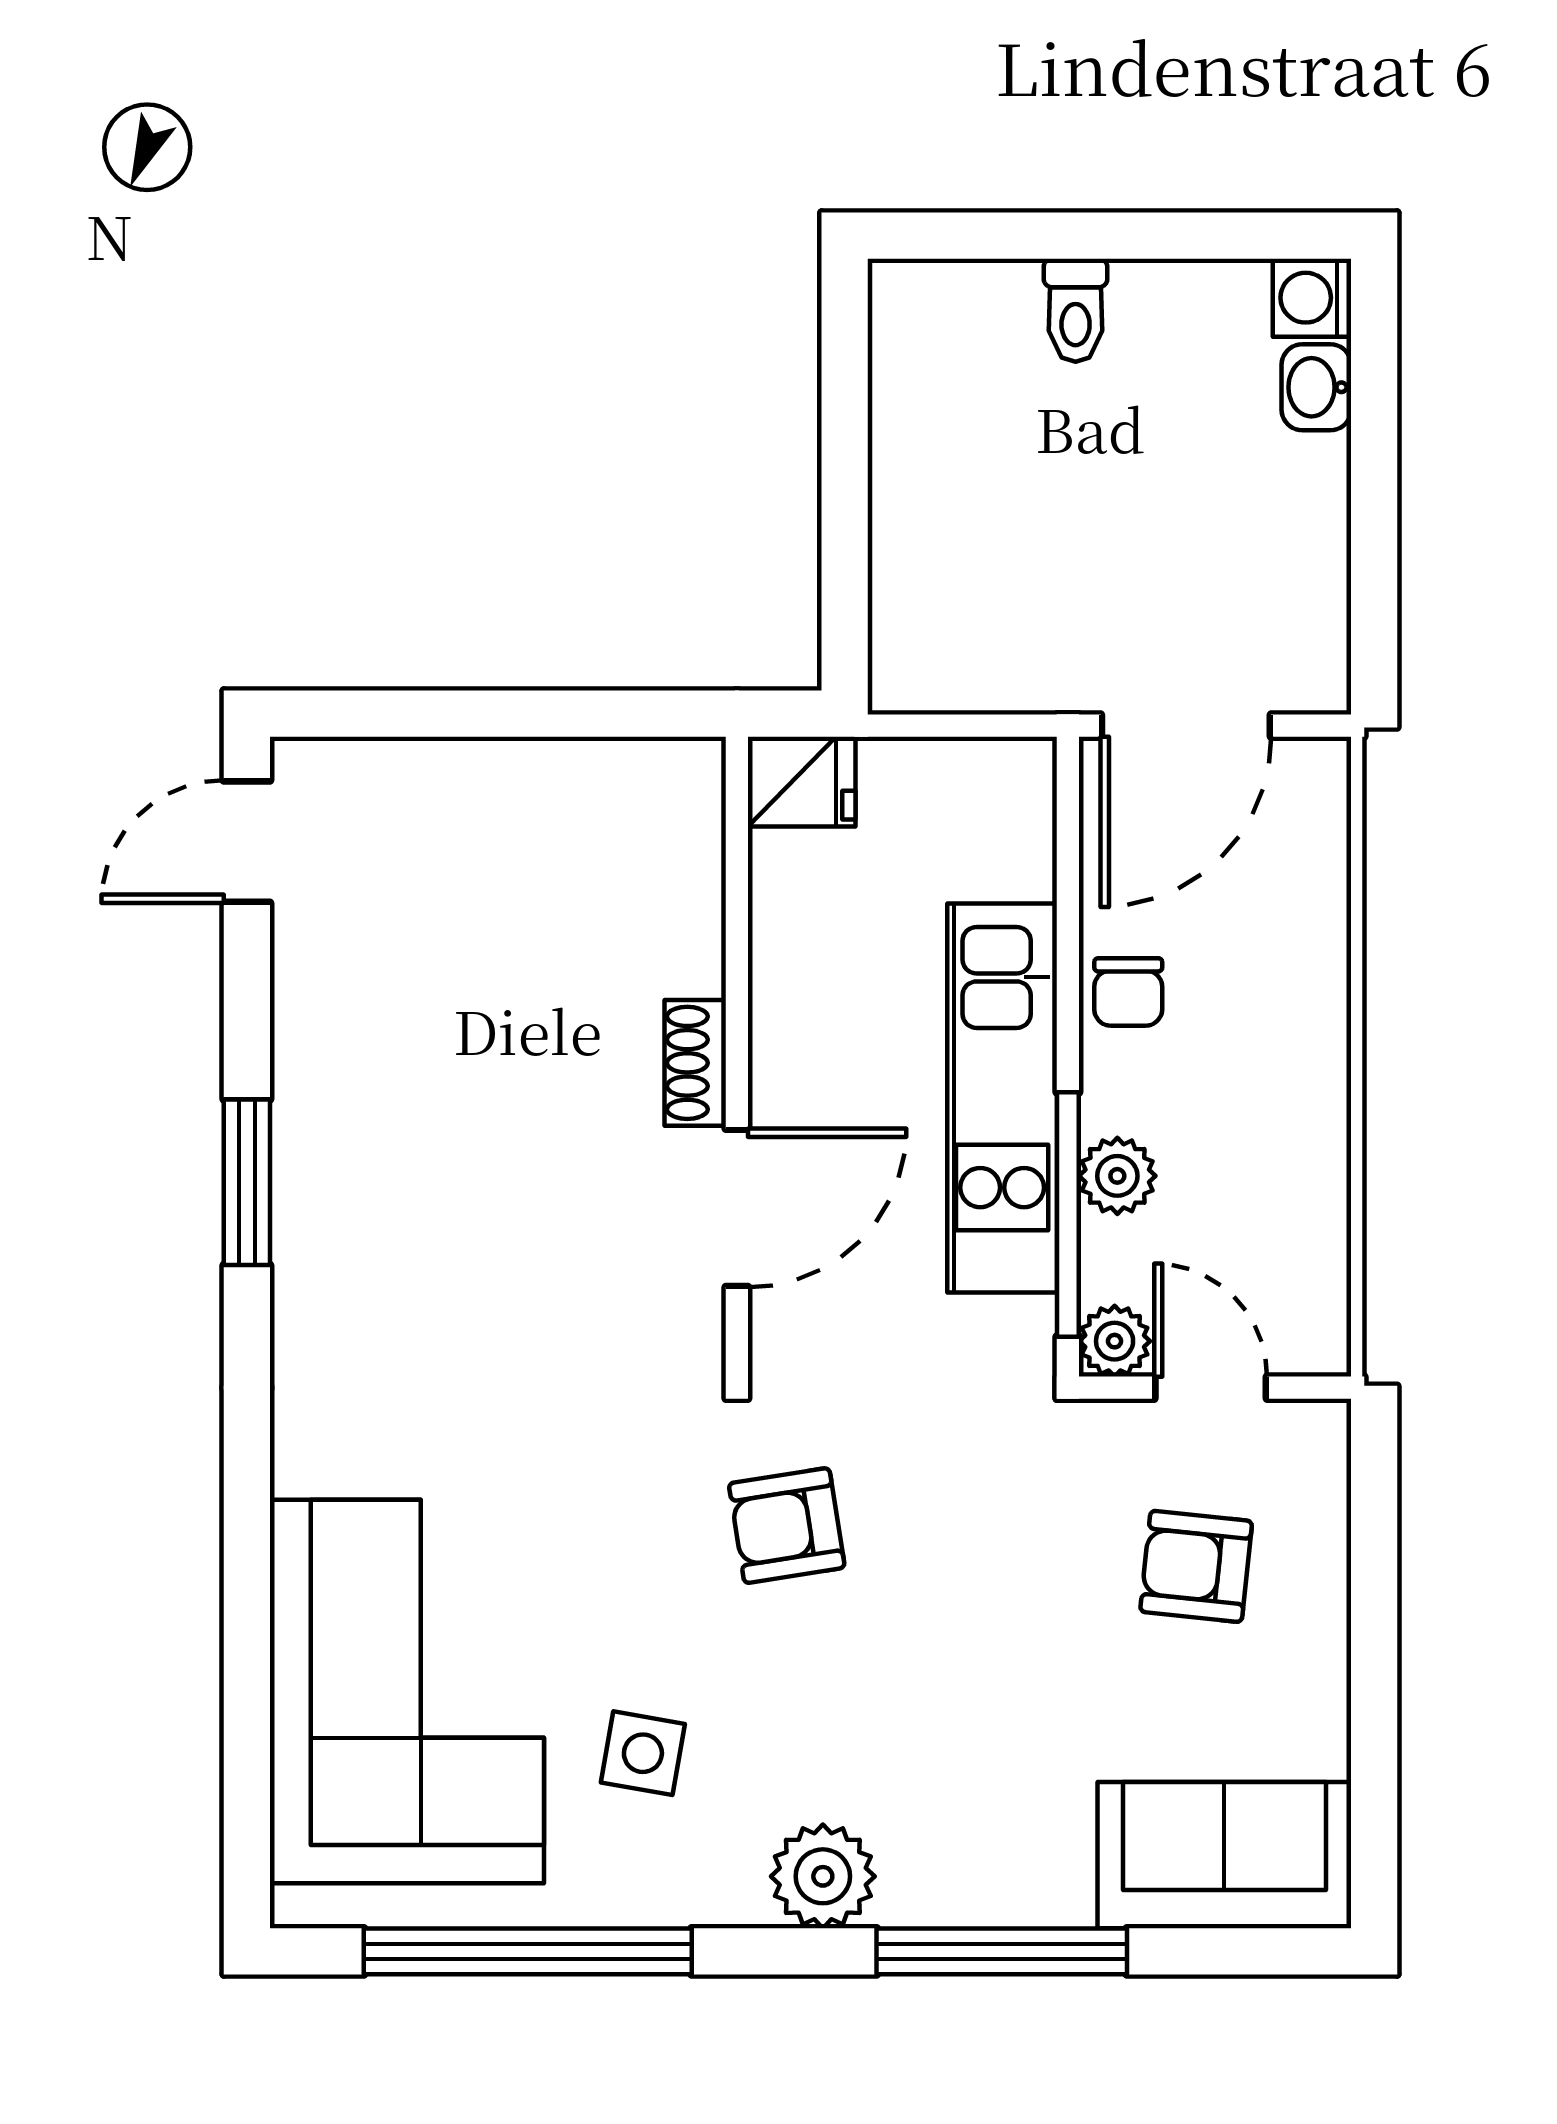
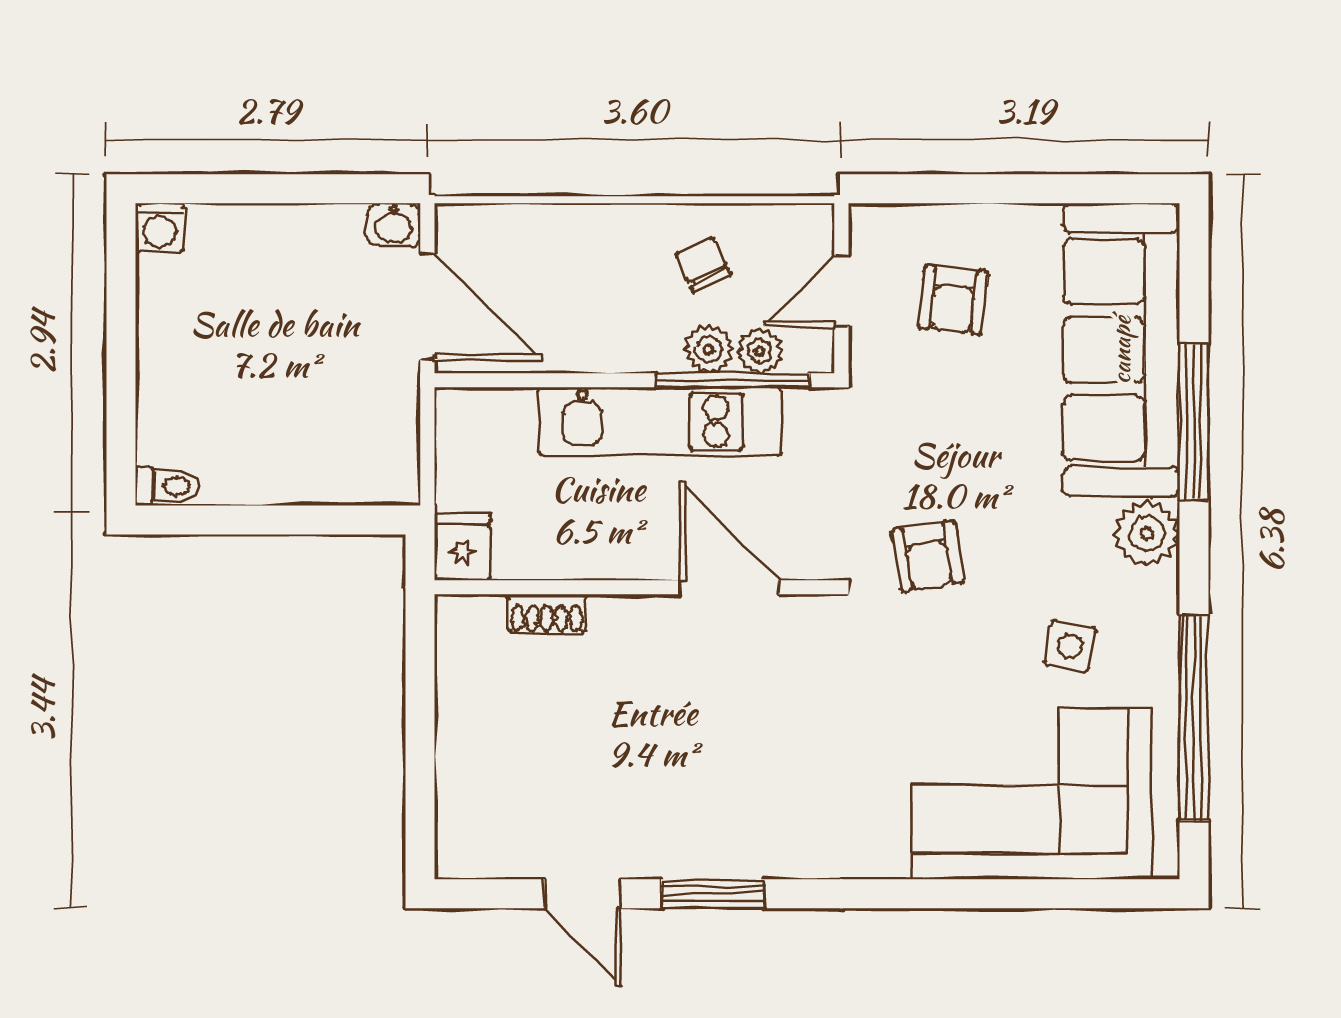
toilet: (1076, 310) -> (168, 486), moved
washbasin: (1316, 387) -> (394, 225), moved
door: (247, 842) -> (583, 894), moved
chair: (1128, 992) -> (703, 265), moved, turned -115
shoe rack: (695, 1063) -> (547, 613), moved
plant: (1115, 1341) -> (760, 351), moved
sofa: (1224, 1855) -> (1121, 350), width x1.85, depth x1.27

